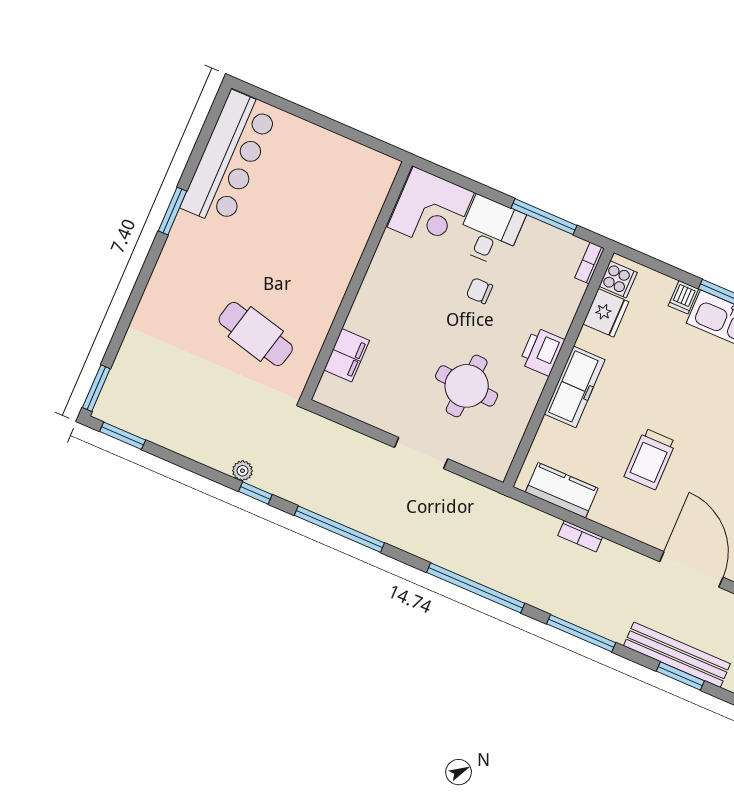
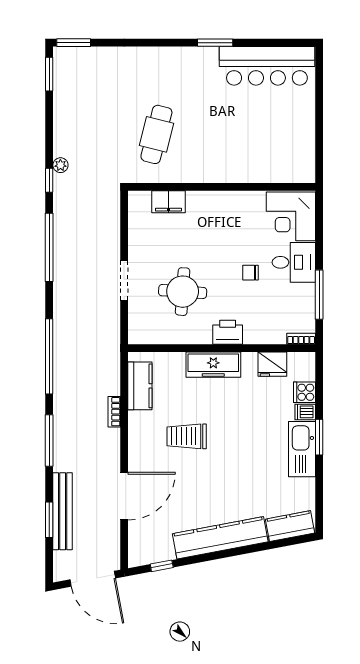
cooker: (618, 279) -> (305, 392), moved, turned 90
chair: (479, 291) -> (250, 273), turned -90

